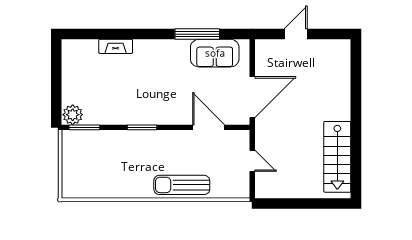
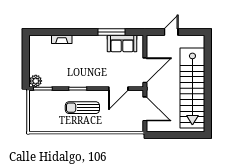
door: (209, 127) -> (118, 89), swing flipped
stairs: (337, 157) -> (192, 88), width x1.86, depth x1.51
door: (252, 161) -> (145, 109), width x1.88
sun lounger: (182, 185) -> (82, 108), moved

